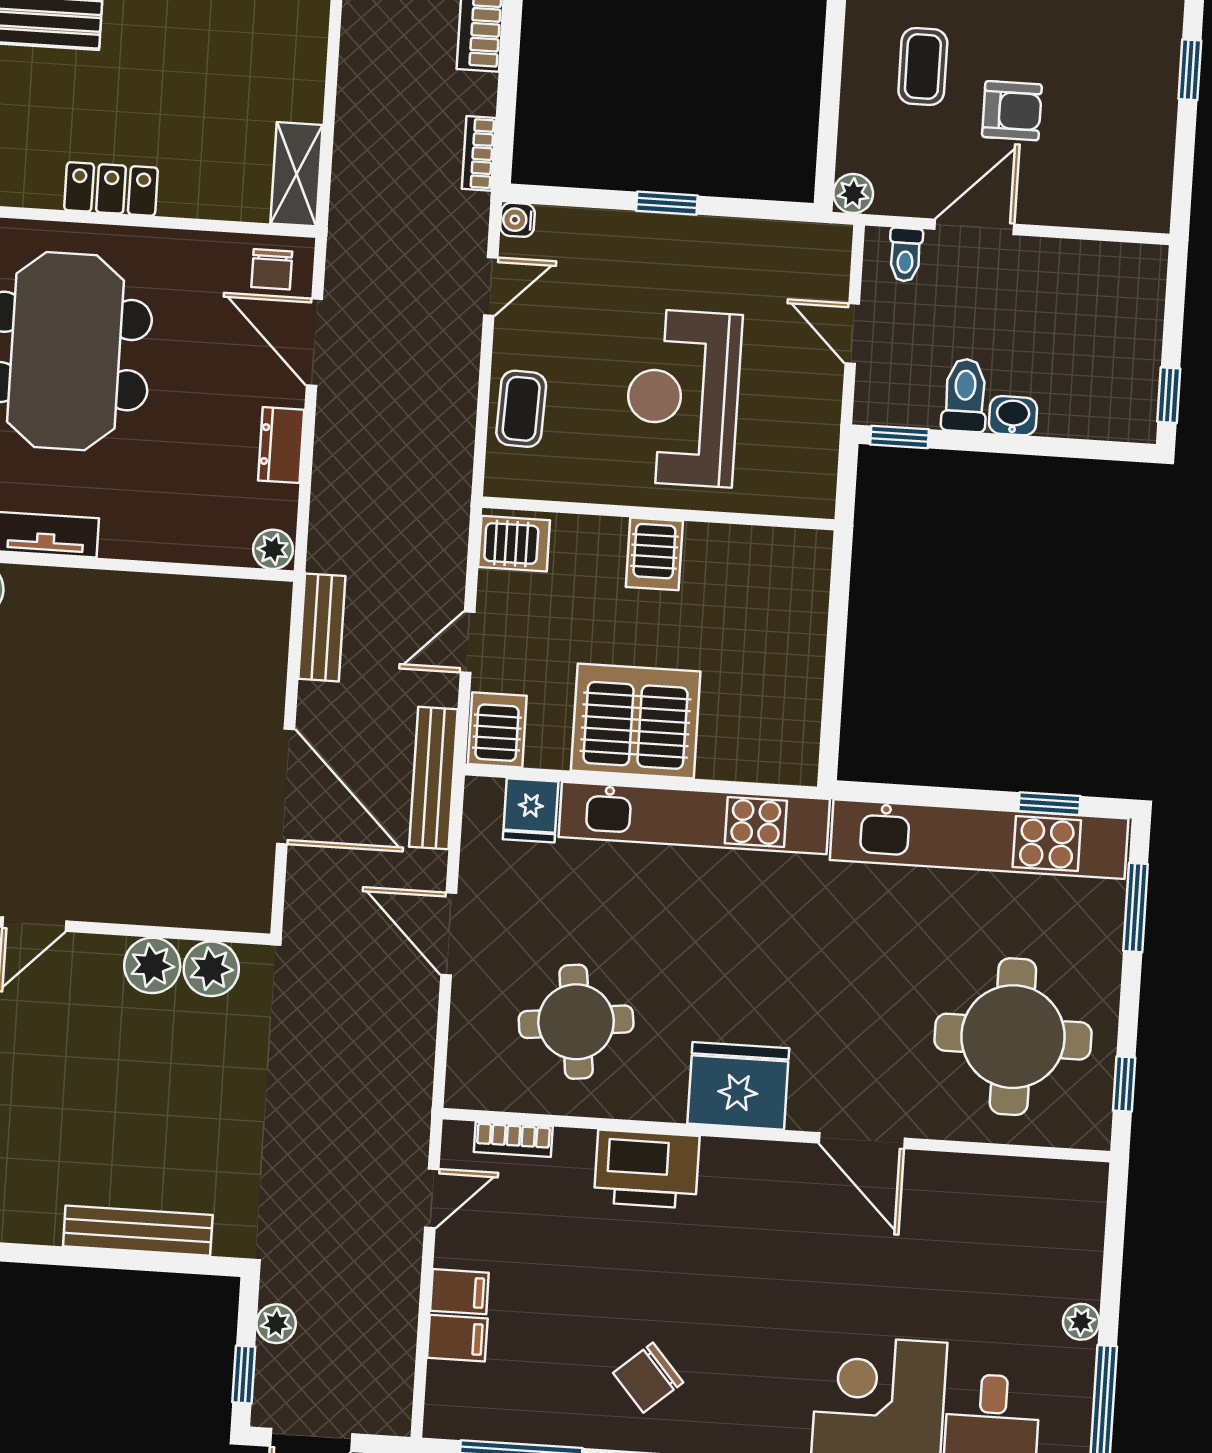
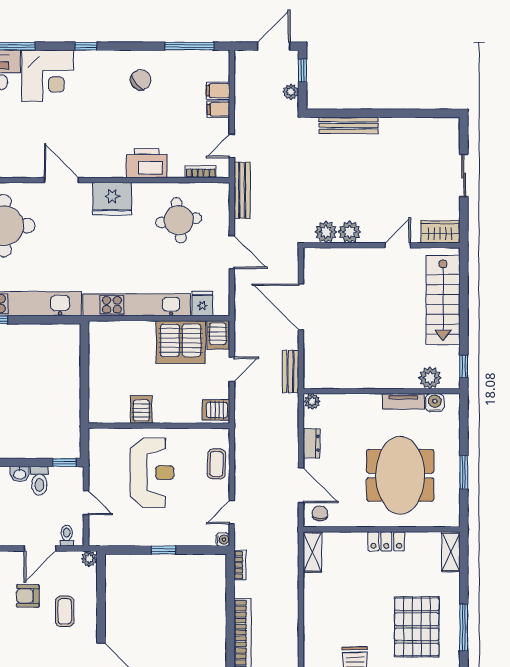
server rack: (654, 554) -> (141, 409), moved
server rack: (636, 721) -> (181, 342), moved
bench: (433, 778) -> (242, 190), moved

